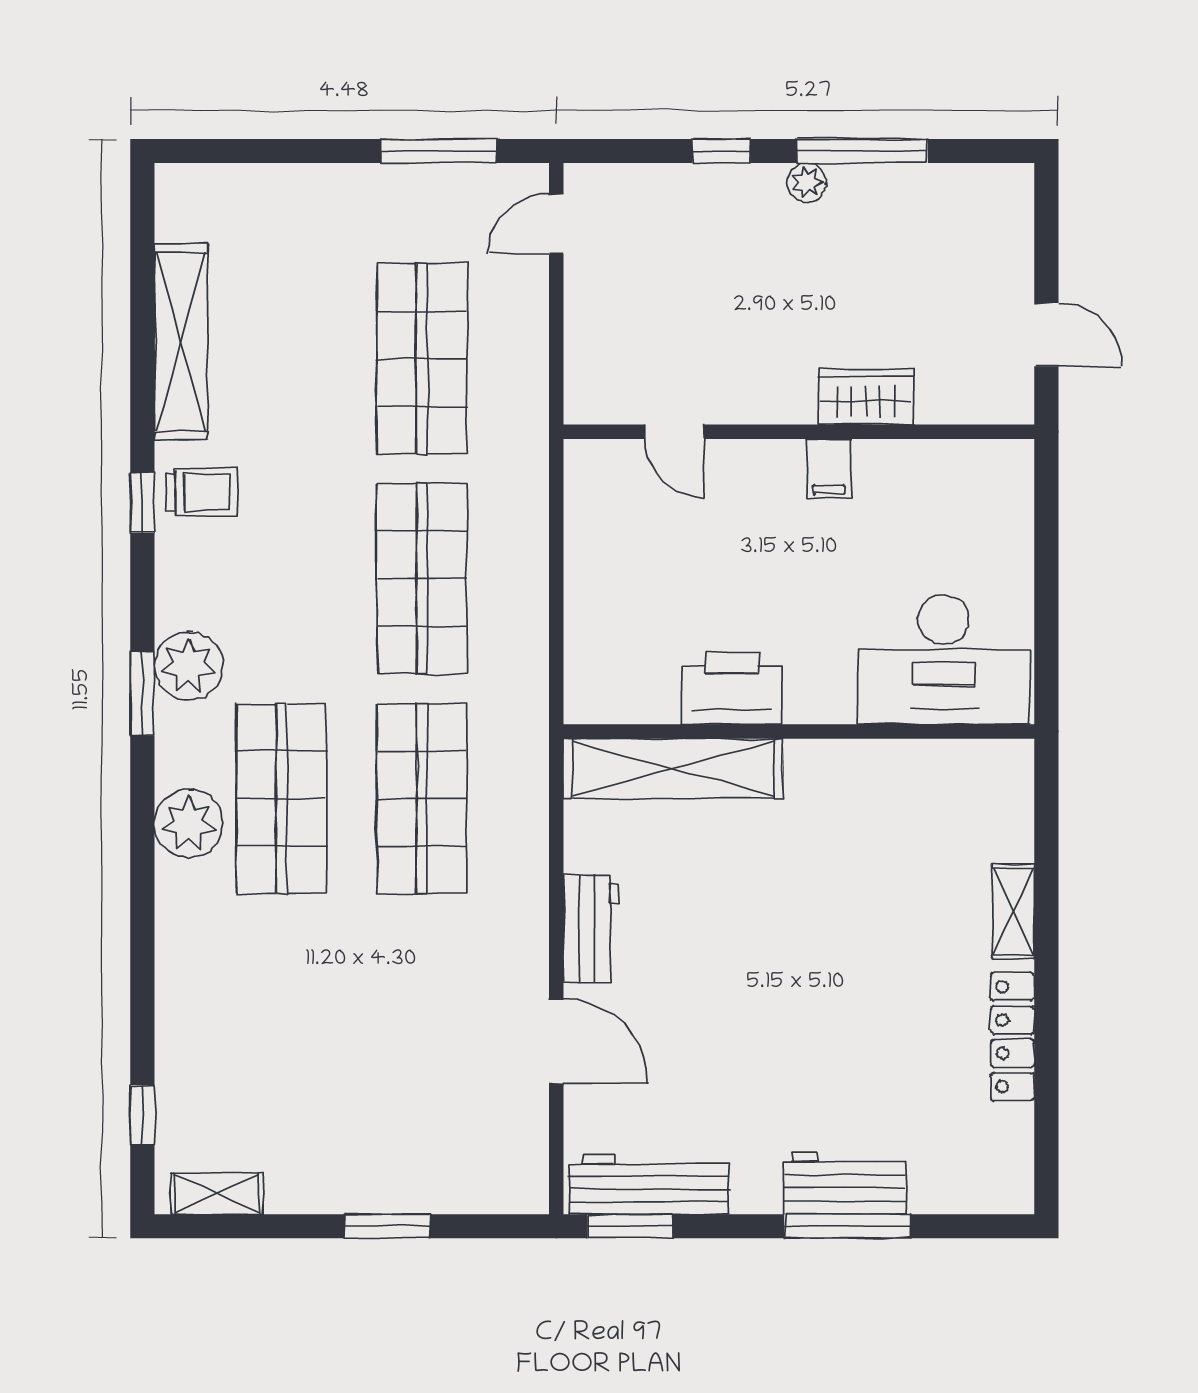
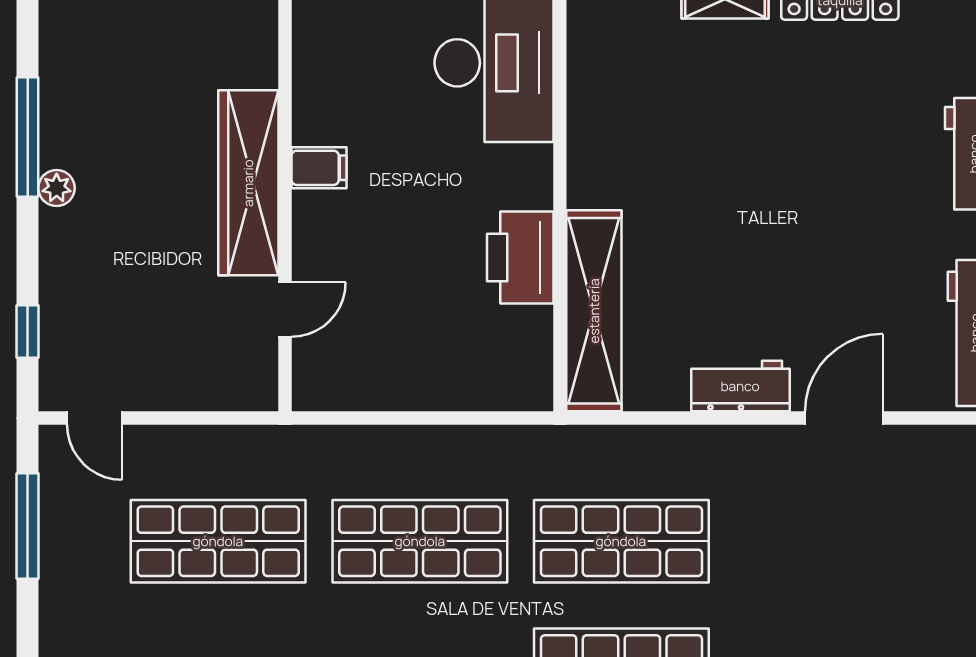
window: (721, 151) -> (28, 332), moved
wardrobe: (866, 397) -> (248, 183), width x2.10, depth x1.17

